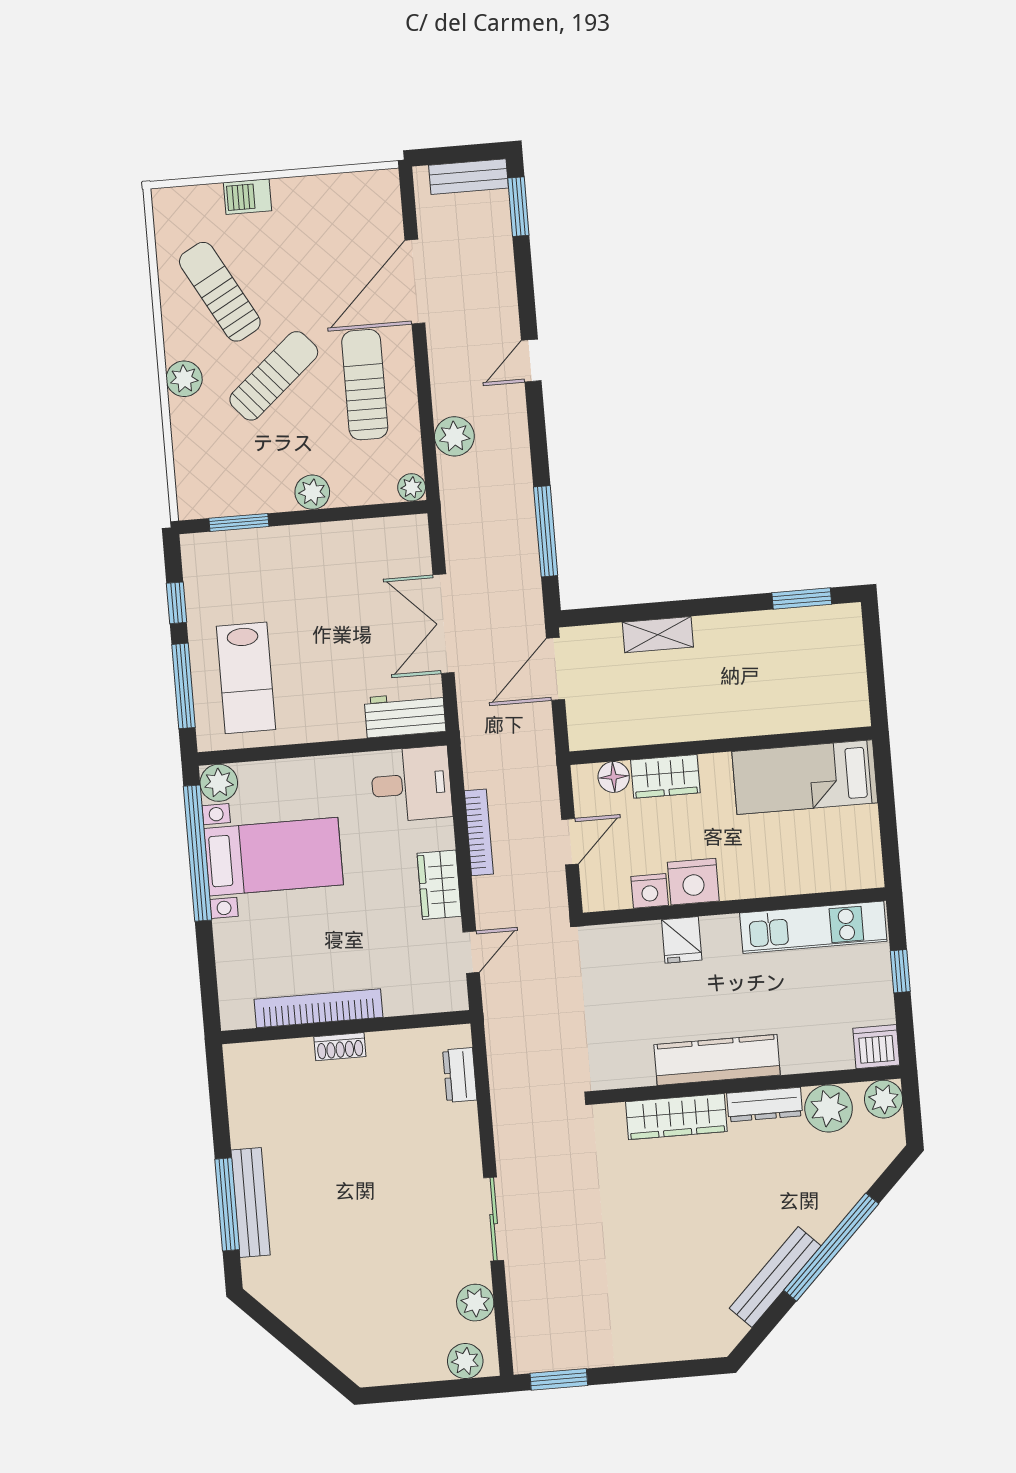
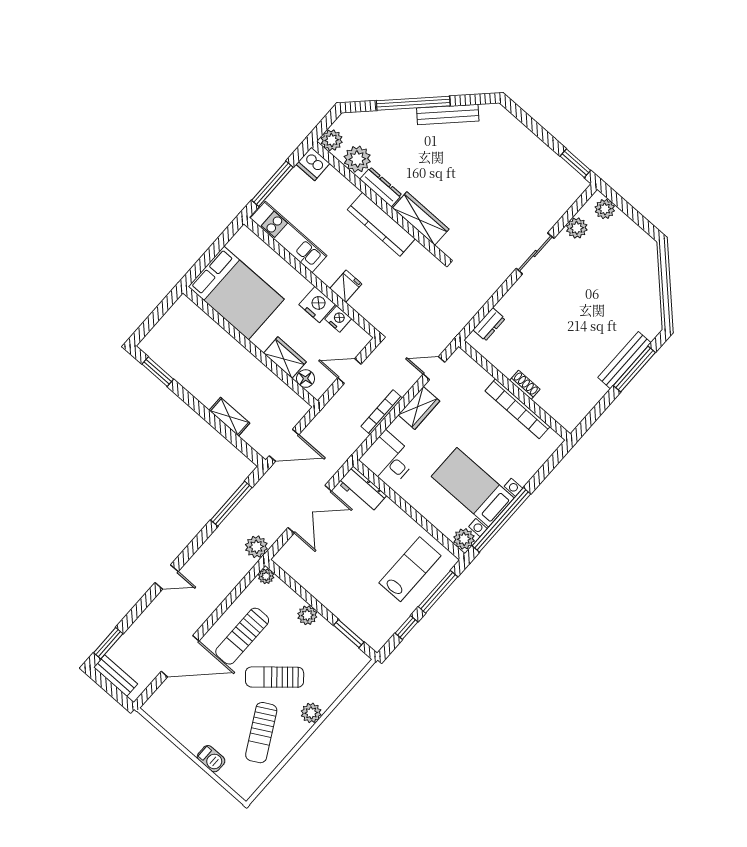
plant: (454, 436) -> (256, 547), moved
bed: (805, 777) -> (236, 293), width x1.50
window: (900, 971) -> (272, 184), width x2.17

